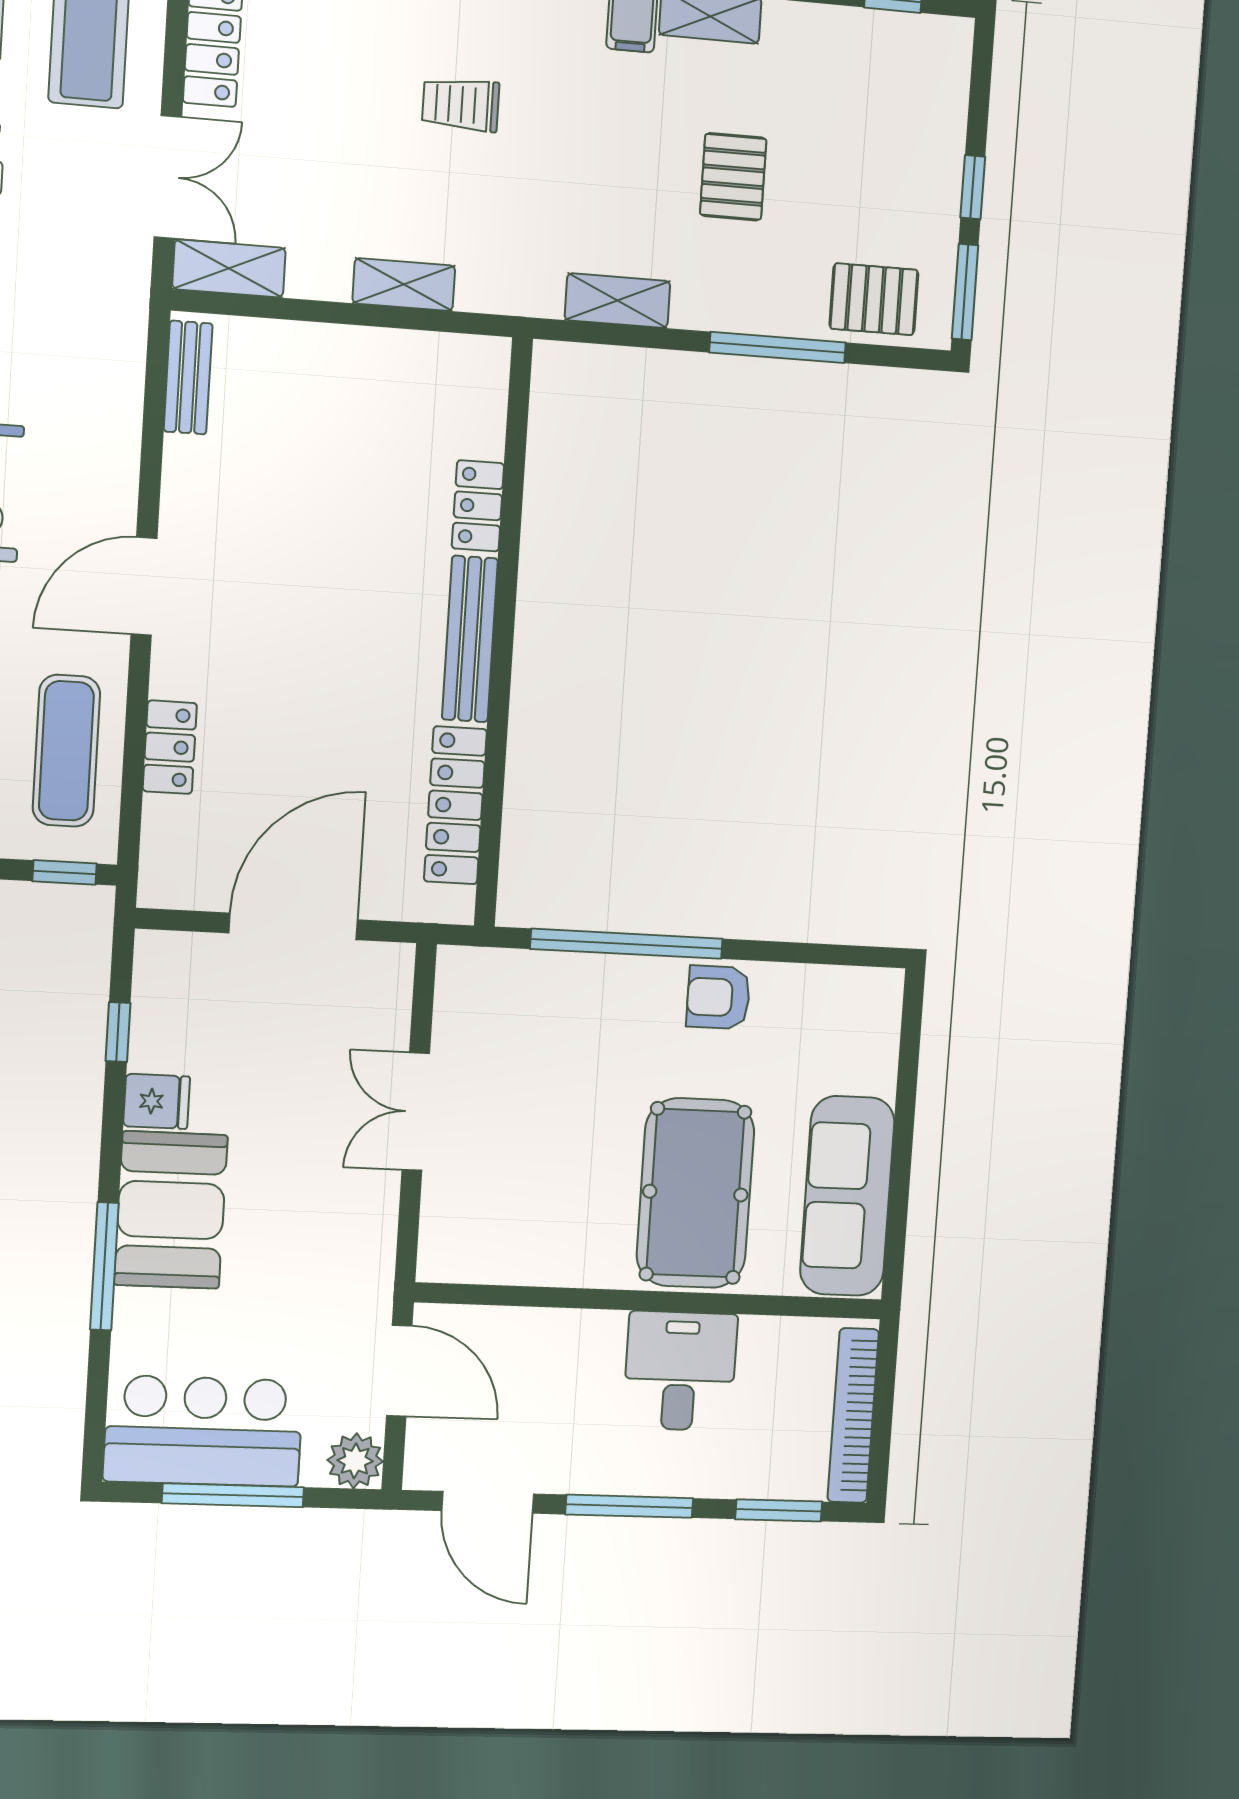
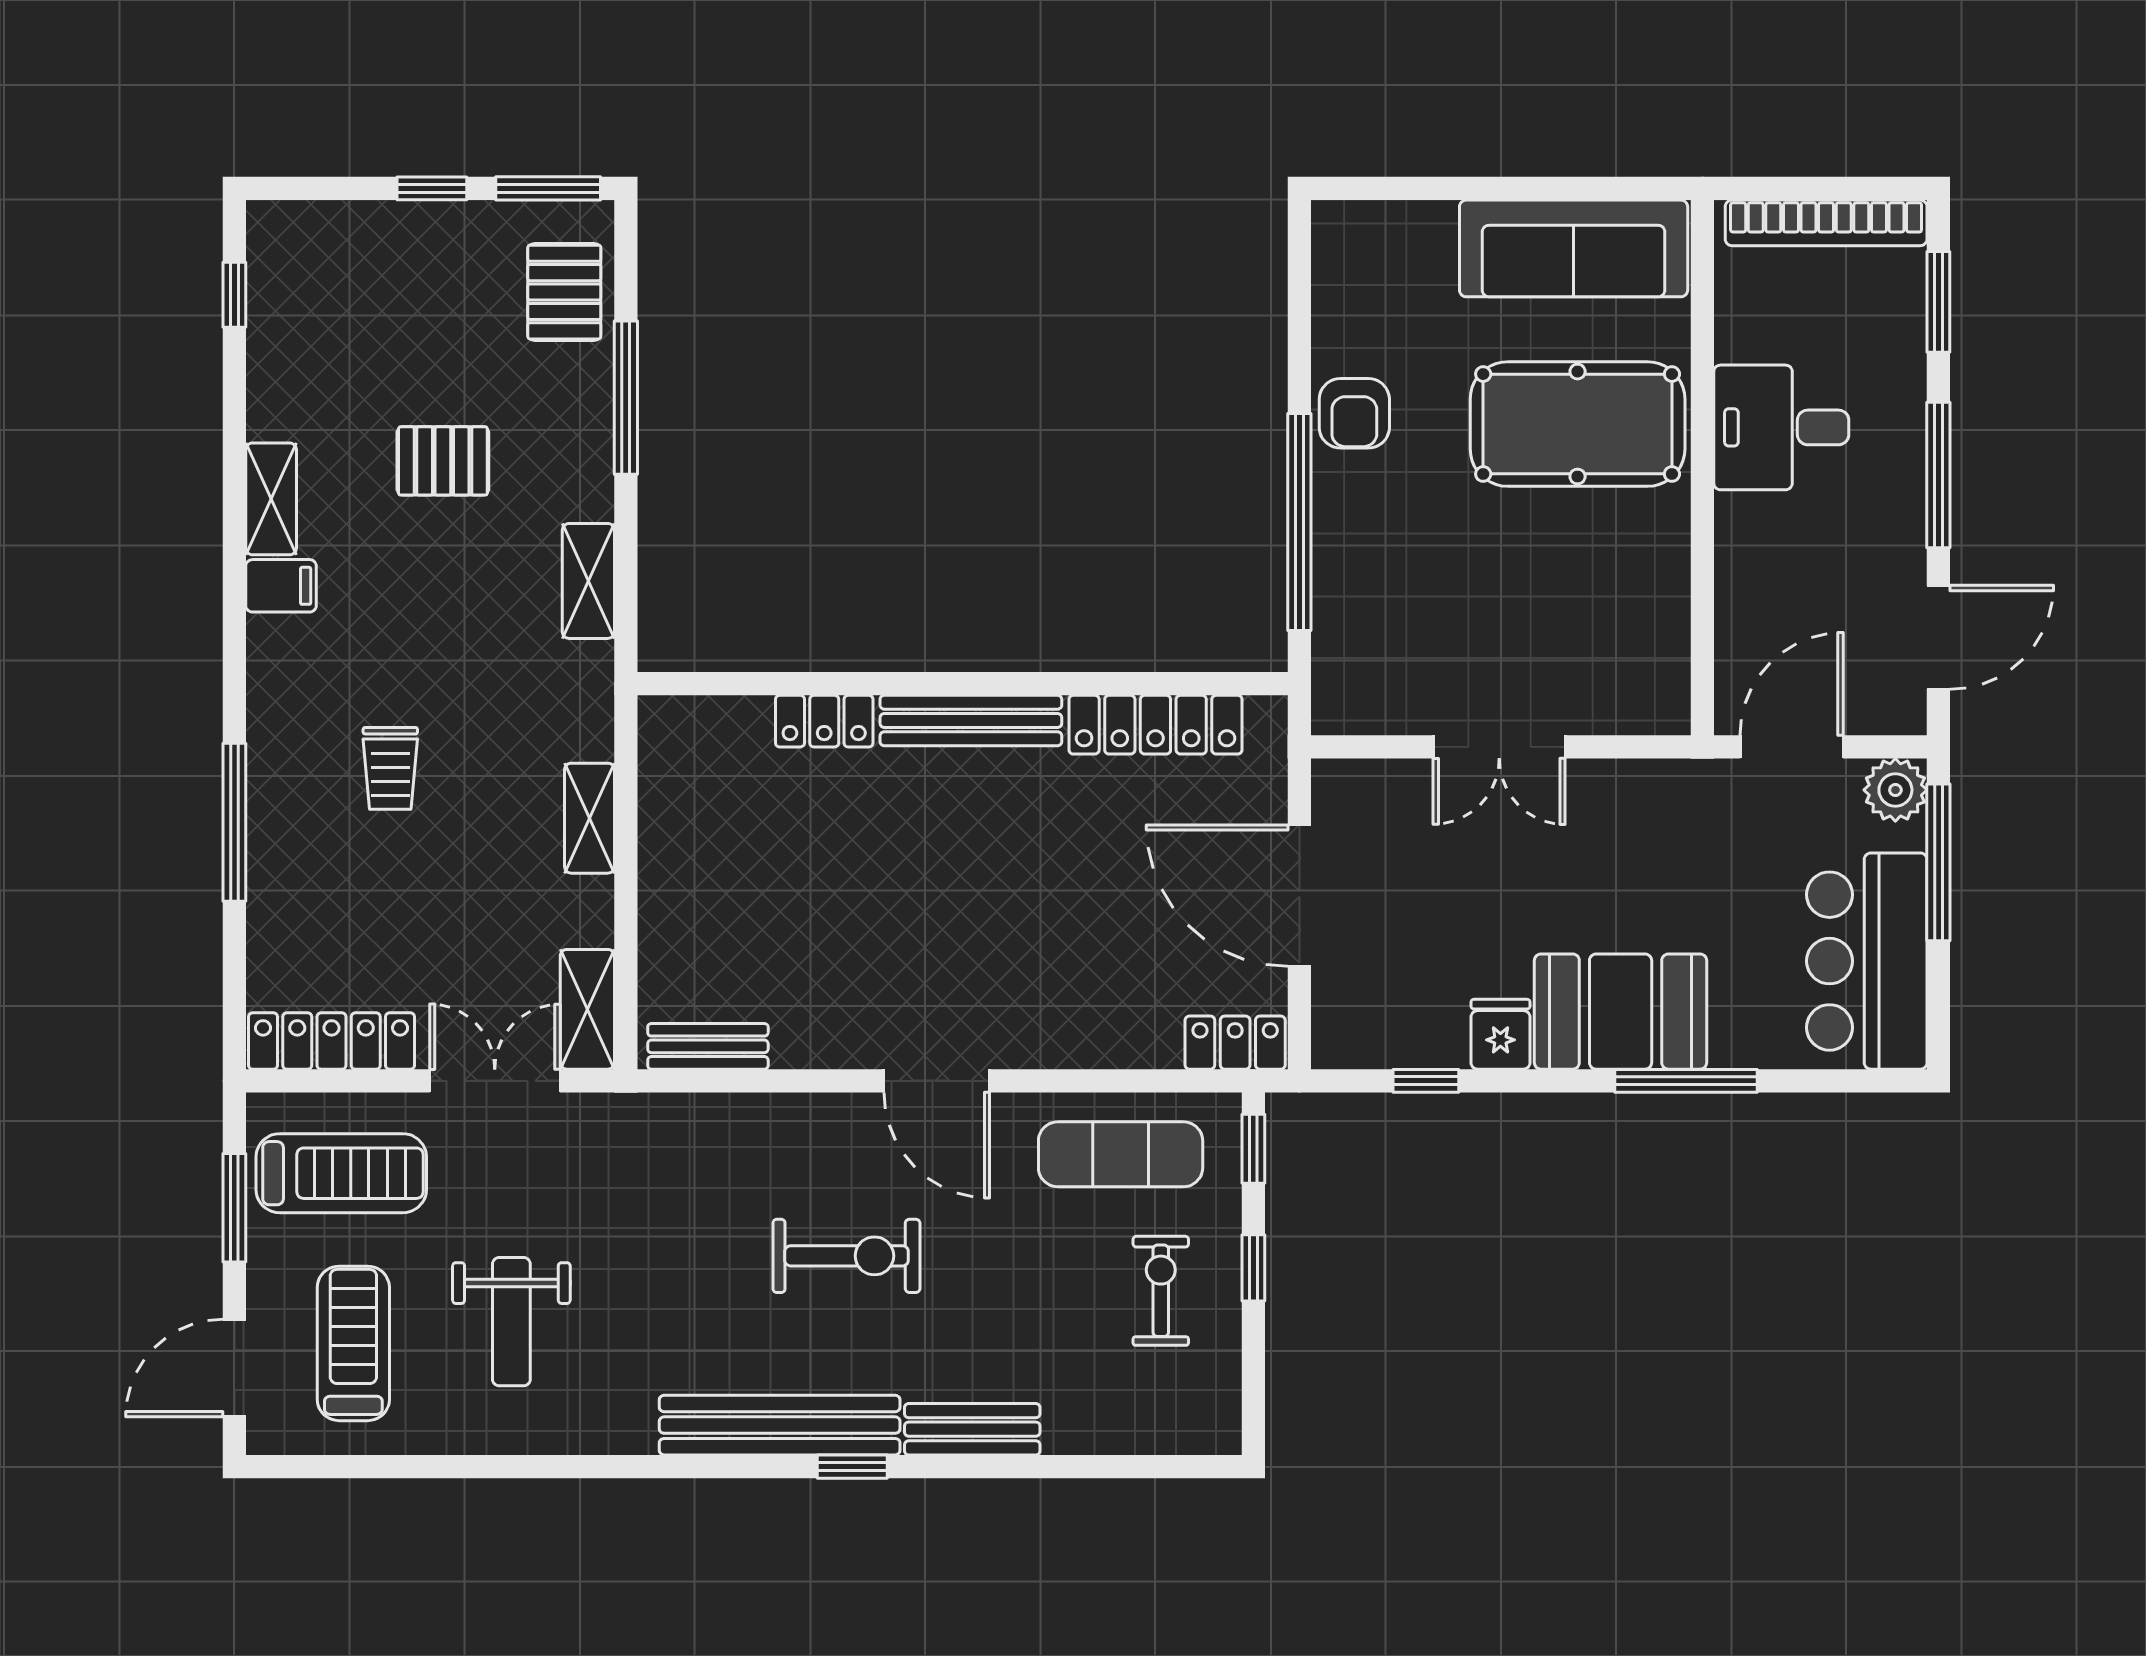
locker: (170, 747) -> (1235, 1043), moved
window: (233, 1495) -> (1938, 862), moved

